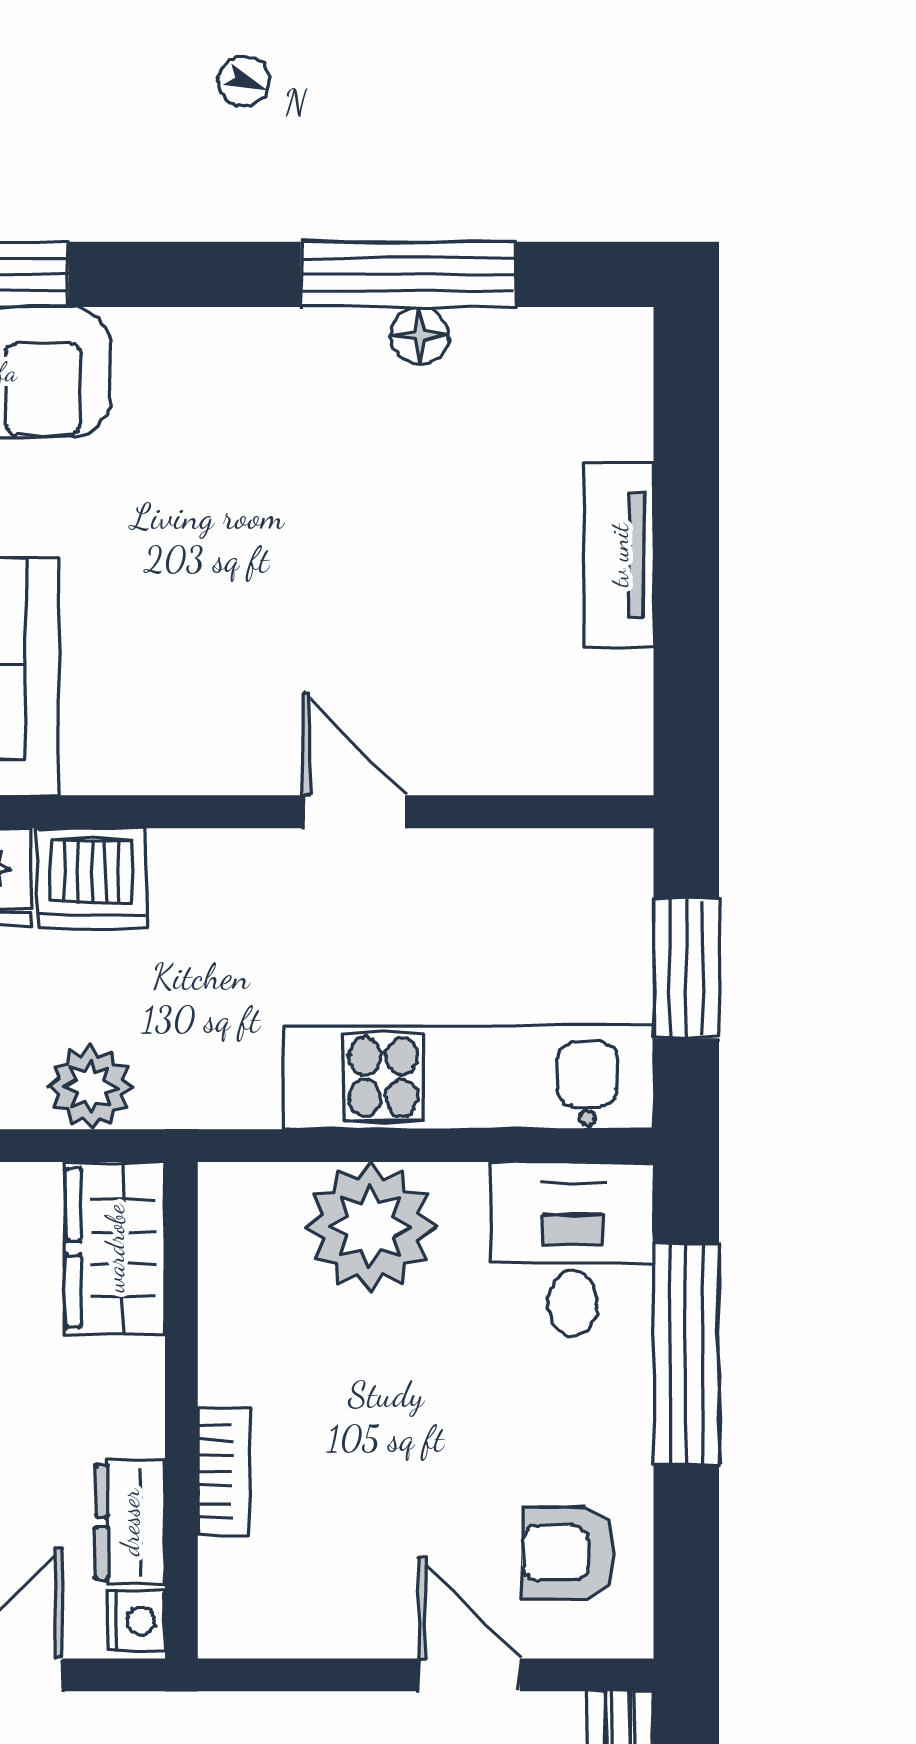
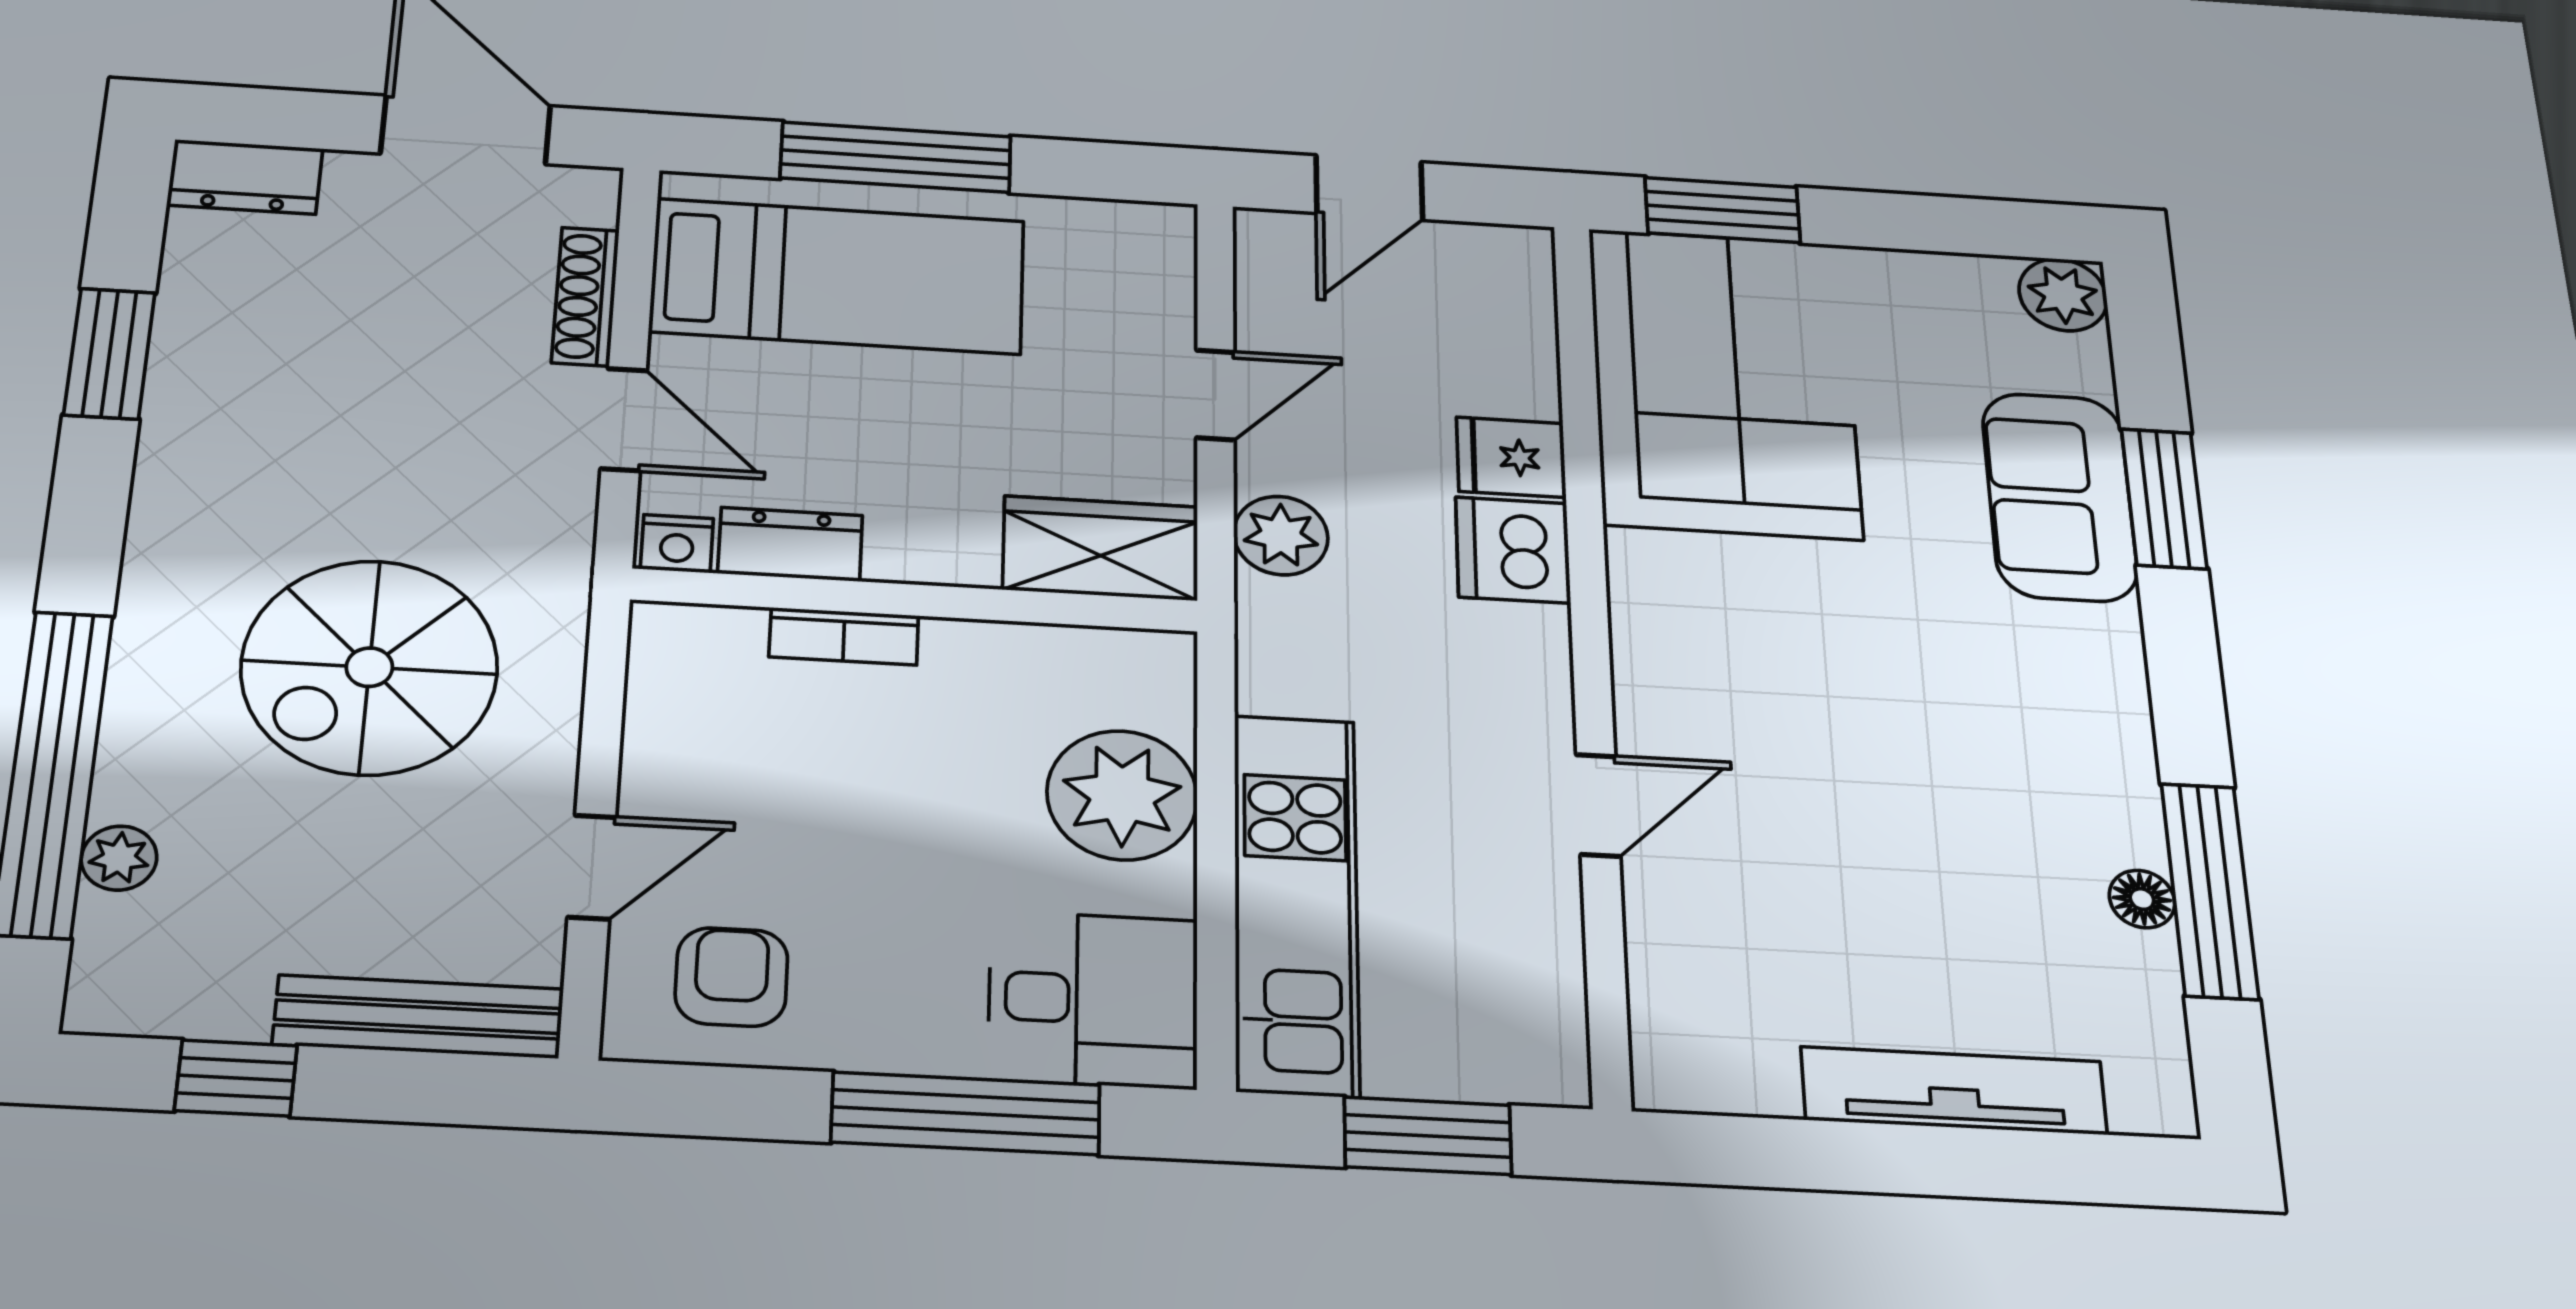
tv unit: (619, 555) -> (1954, 1091), width x1.41

